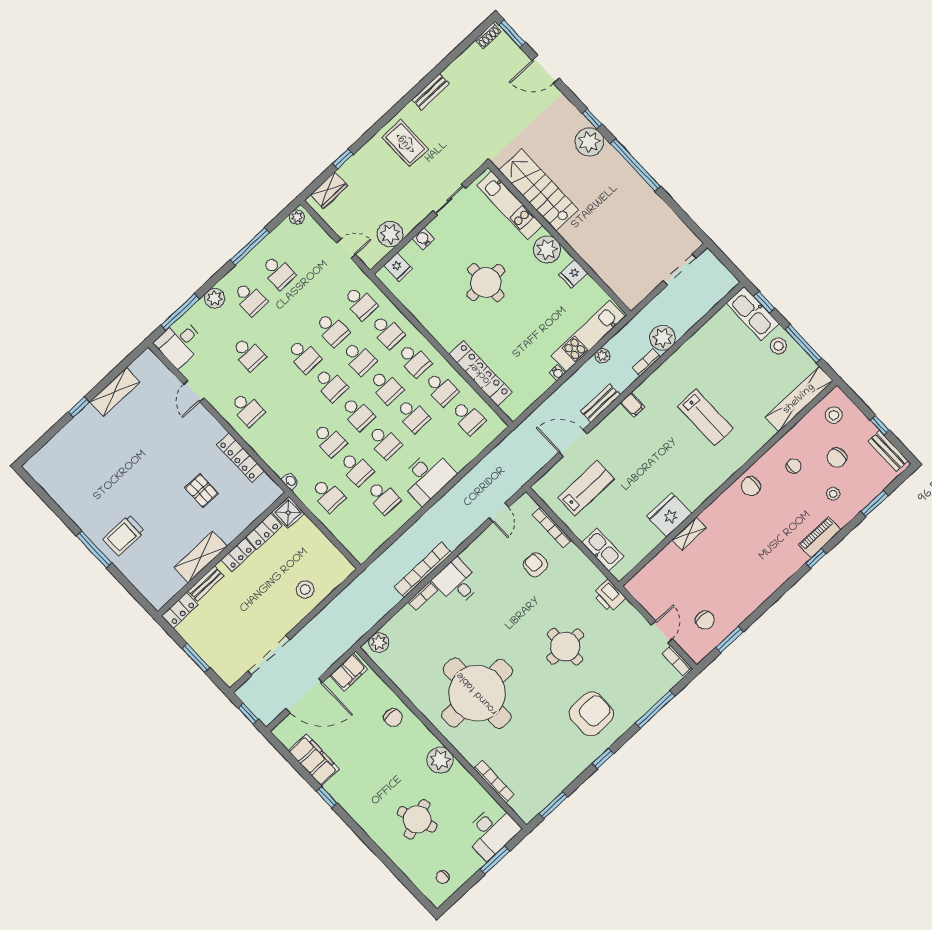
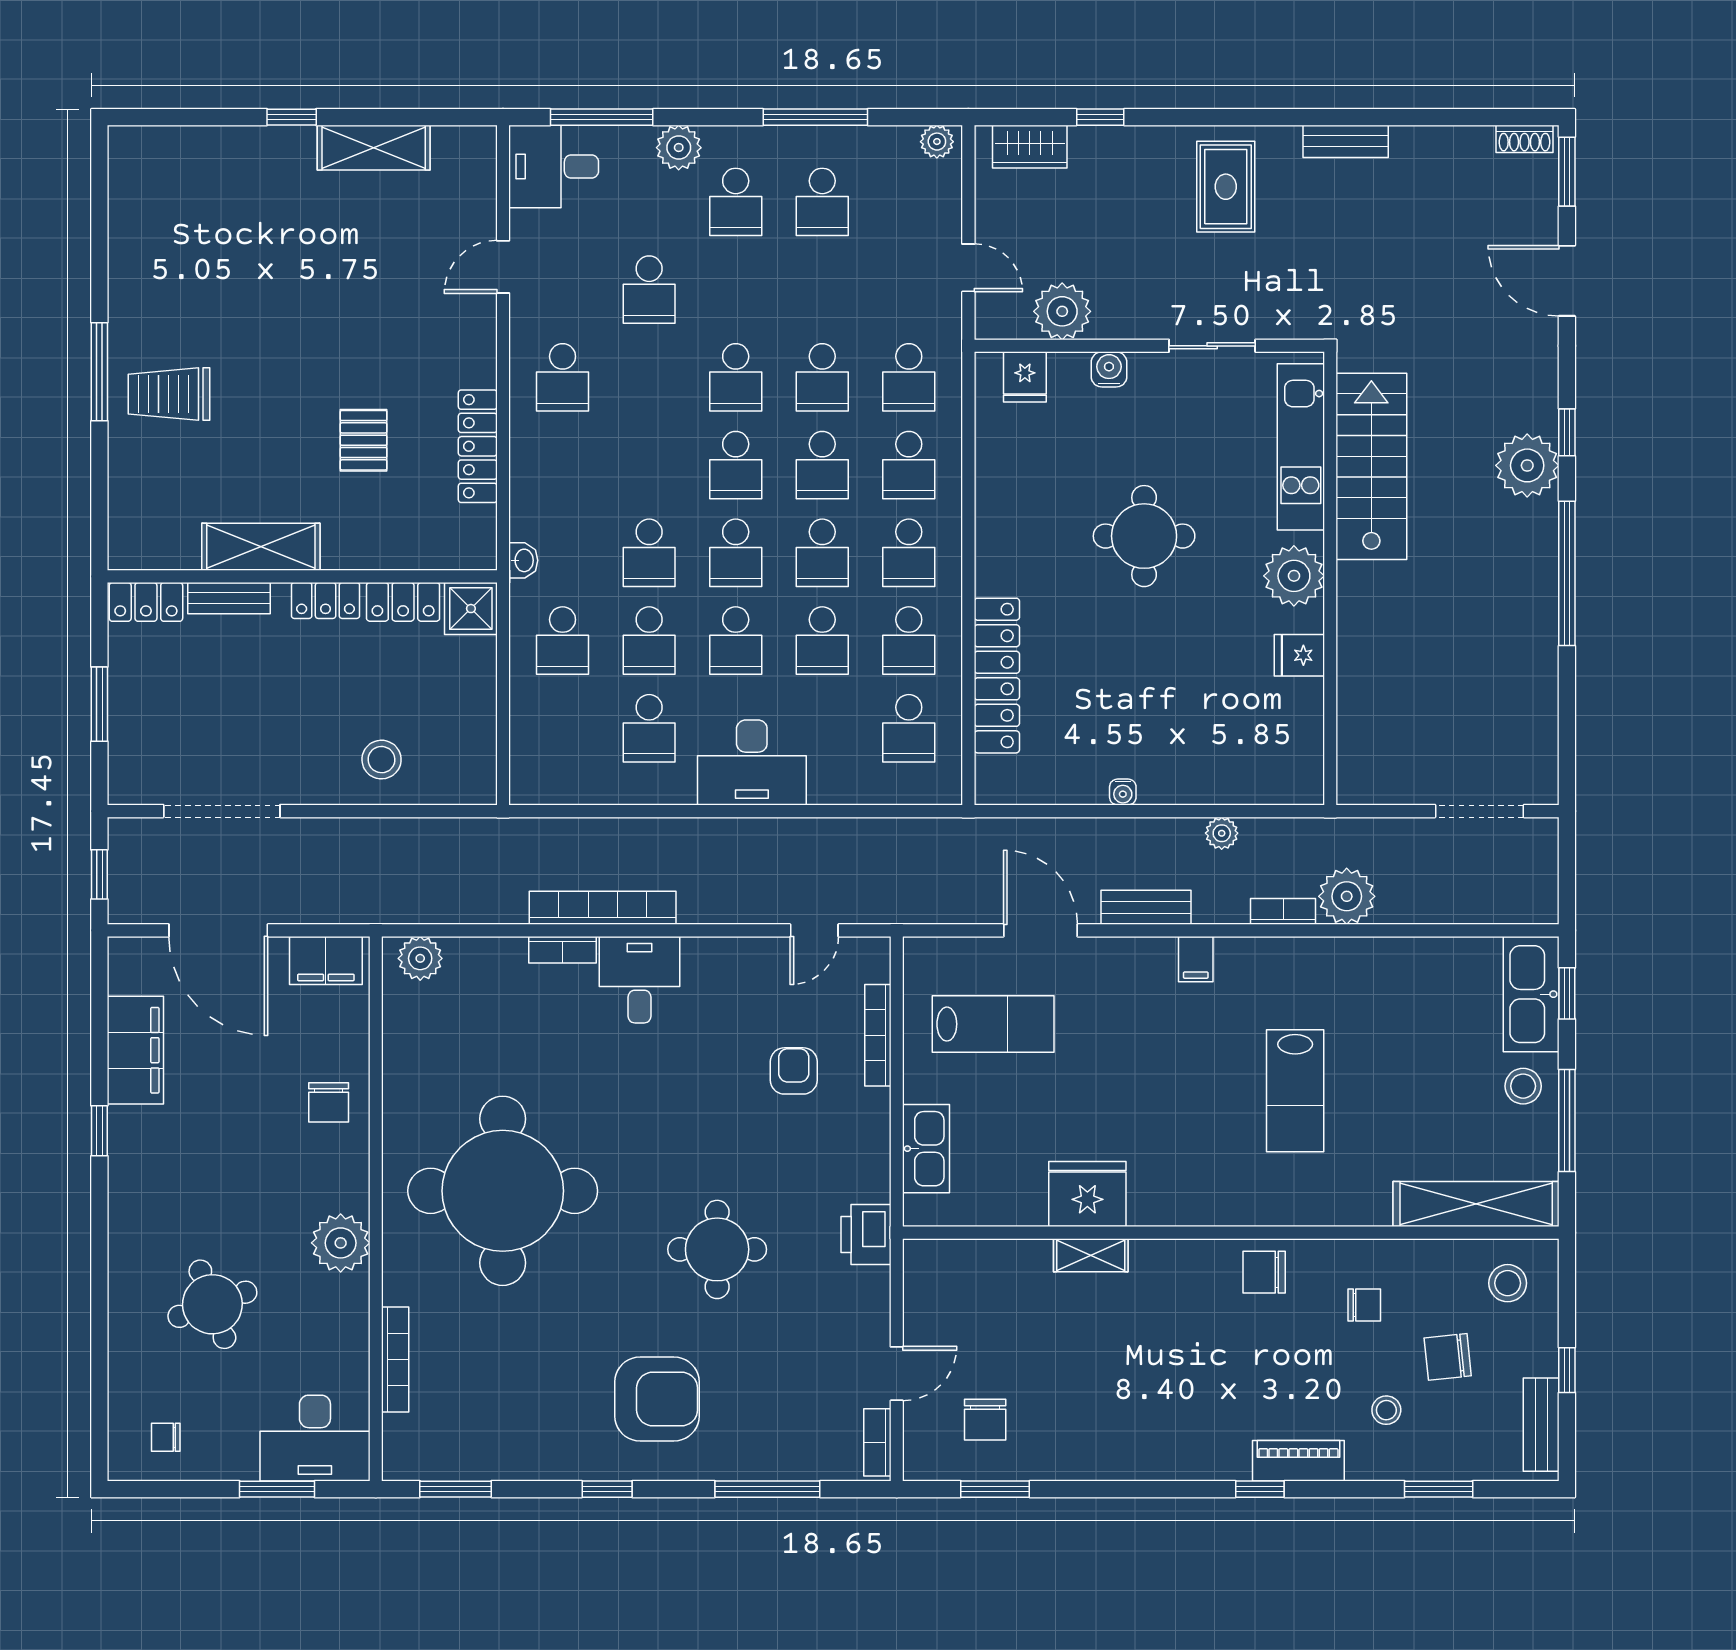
kitchen unit: (588, 336) -> (1229, 780), removed

